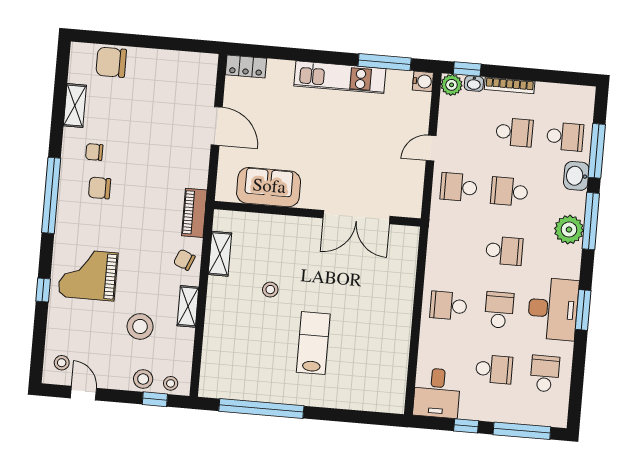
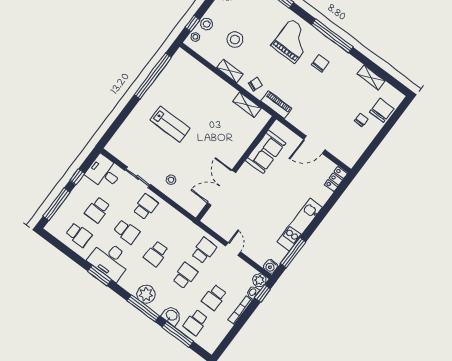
chair: (94, 152) -> (361, 120), moved
grand piano: (88, 275) -> (293, 41), moved
stool: (270, 290) -> (171, 180), moved
sliding door: (415, 342) -> (138, 177), added

